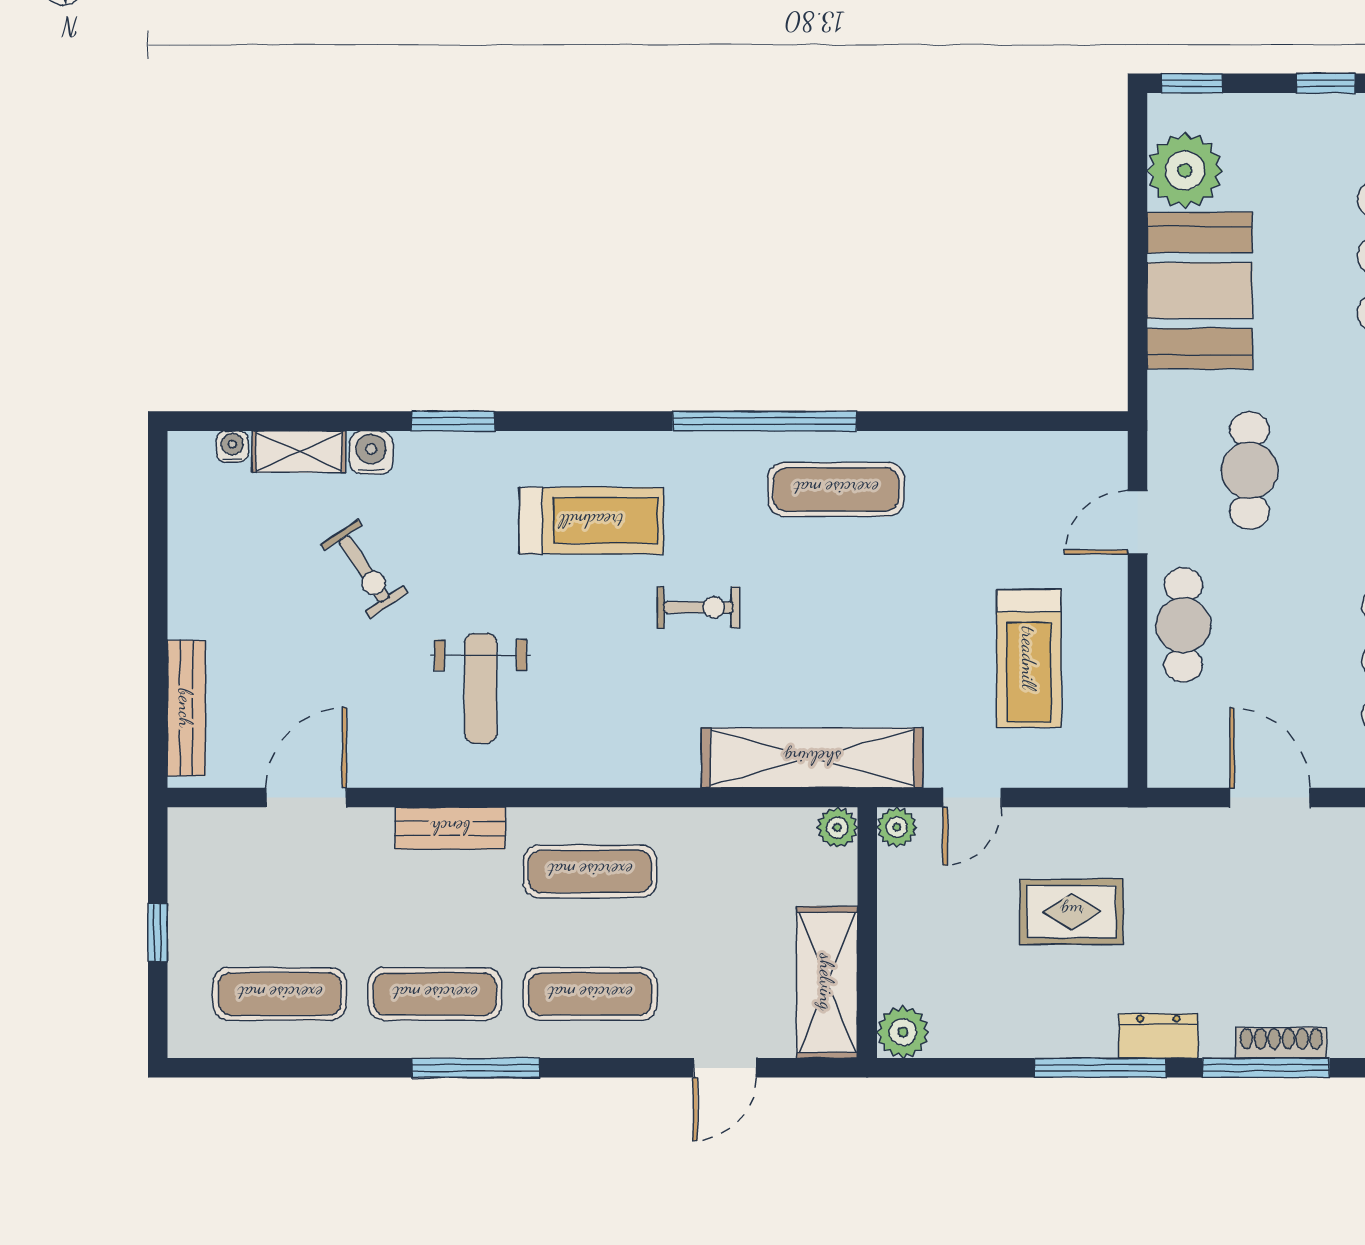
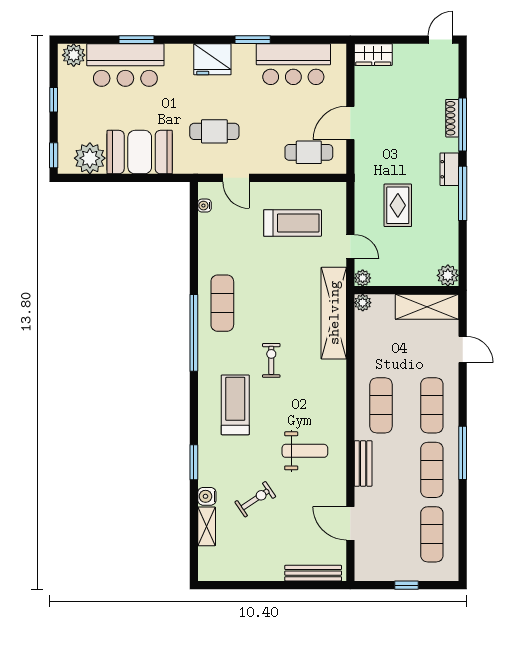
water cooler: (232, 447) -> (204, 206), moved
cafe table: (1183, 625) -> (309, 152), moved

